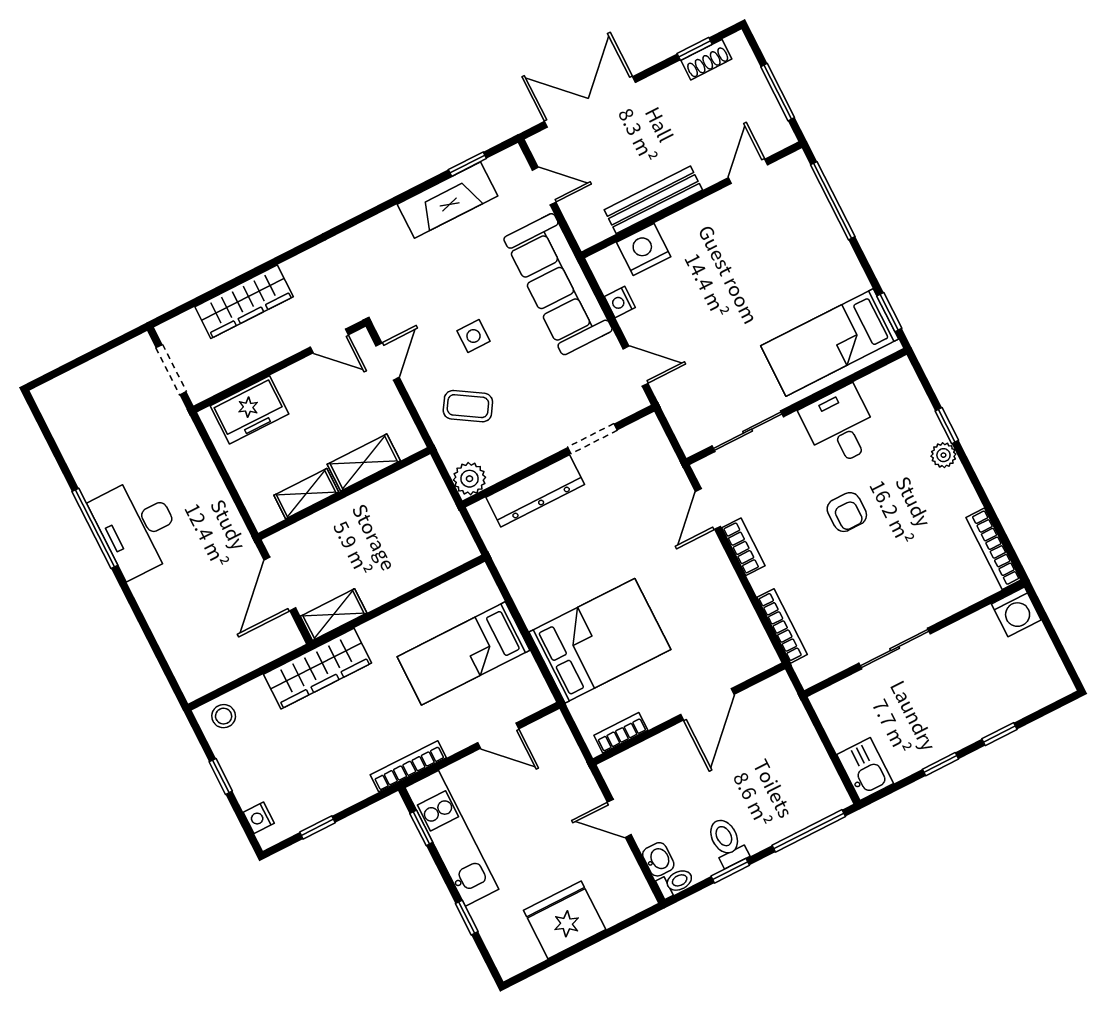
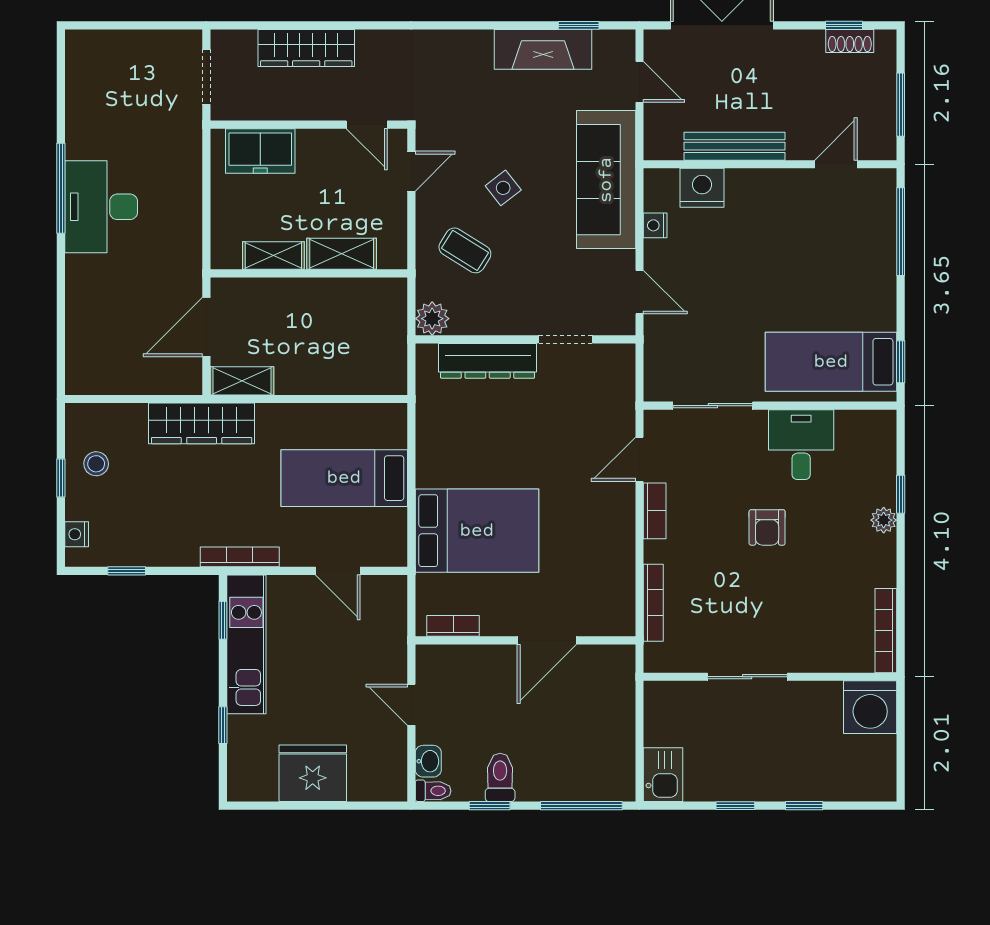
side table: (473, 336) -> (503, 188), turned -38
washing machine: (1016, 612) -> (870, 707), width x1.37, depth x1.37
stool: (224, 716) -> (96, 464), moved

